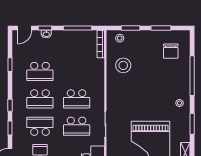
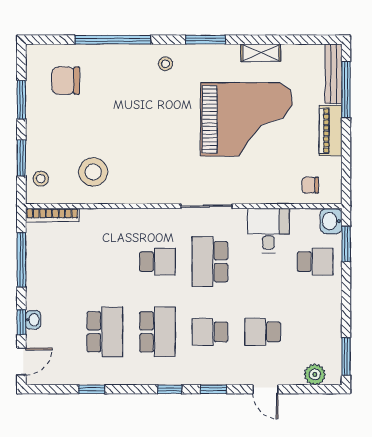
door: (25, 28) -> (21, 361), hinge flipped
chair: (171, 51) -> (66, 81), turned 180
school desk: (77, 99) -> (157, 262), width x0.54
school desk: (40, 126) -> (210, 332), width x0.54
school desk: (77, 126) -> (210, 262), turned 180

